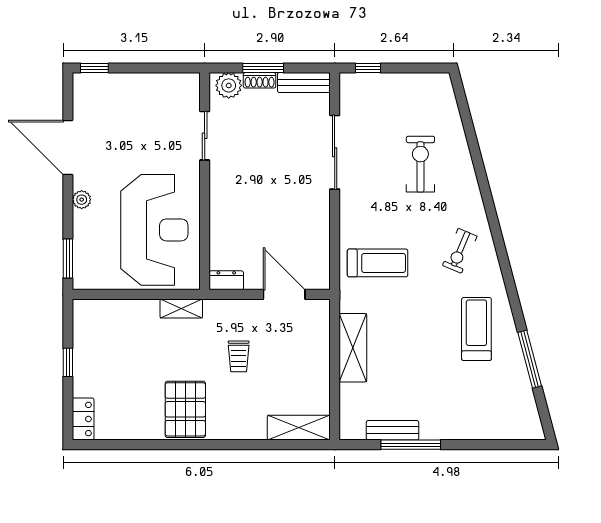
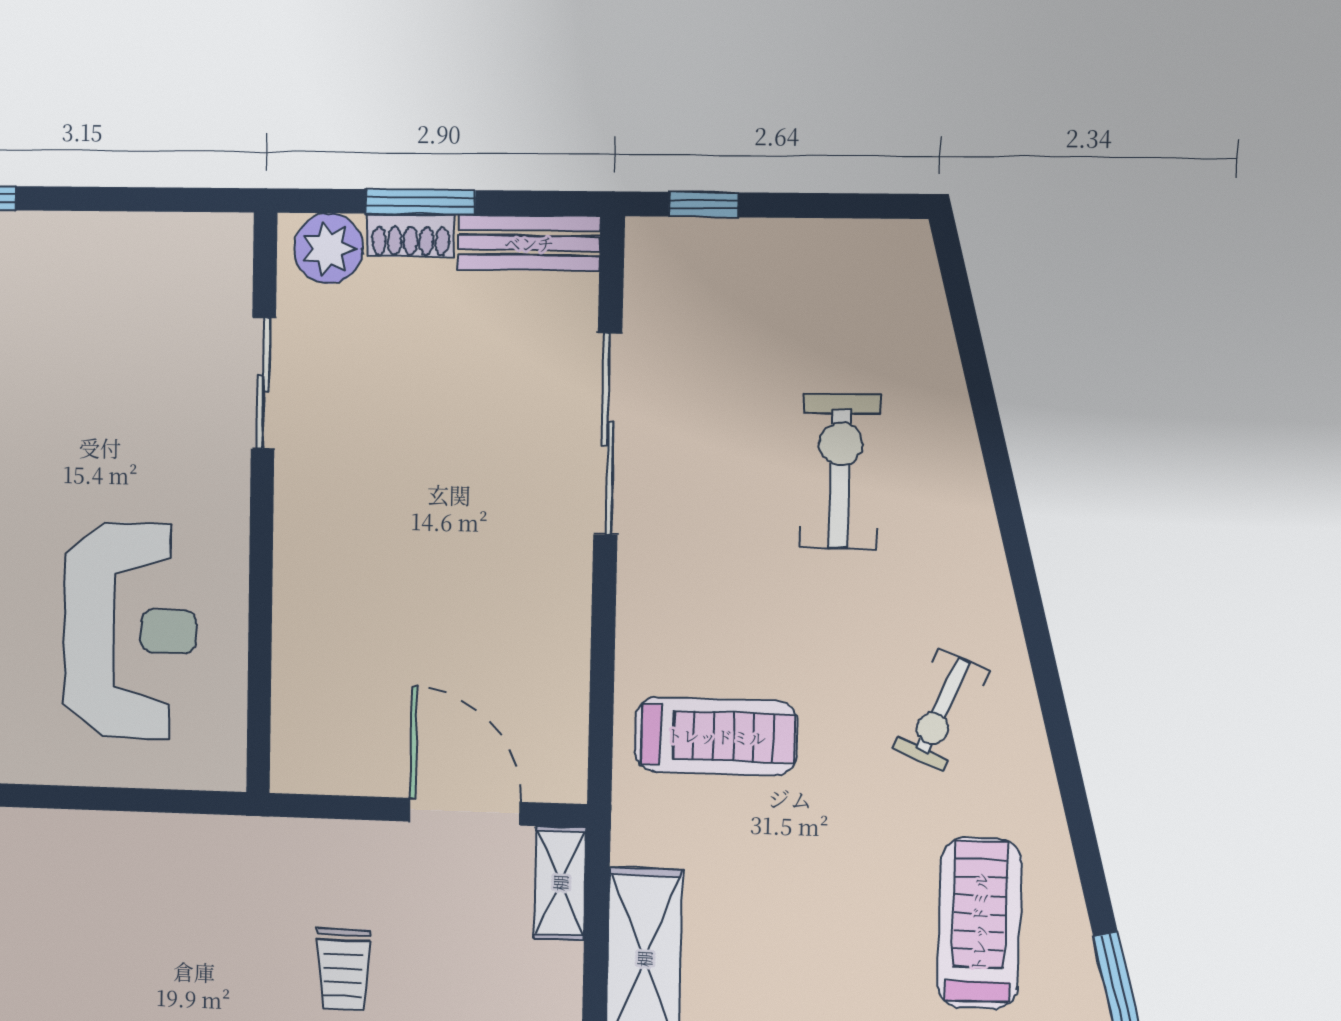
reception desk: (154, 230) -> (130, 631), width x0.74, depth x0.77
dresser: (226, 280) -> (314, 769), removed
shelving: (181, 309) -> (560, 883), moved, turned 90

